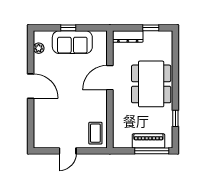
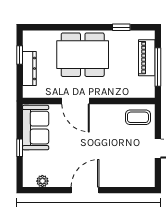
dresser: (128, 37) -> (29, 69), moved
sofa: (72, 42) -> (36, 128), moved
window: (152, 151) -> (158, 67), moved

